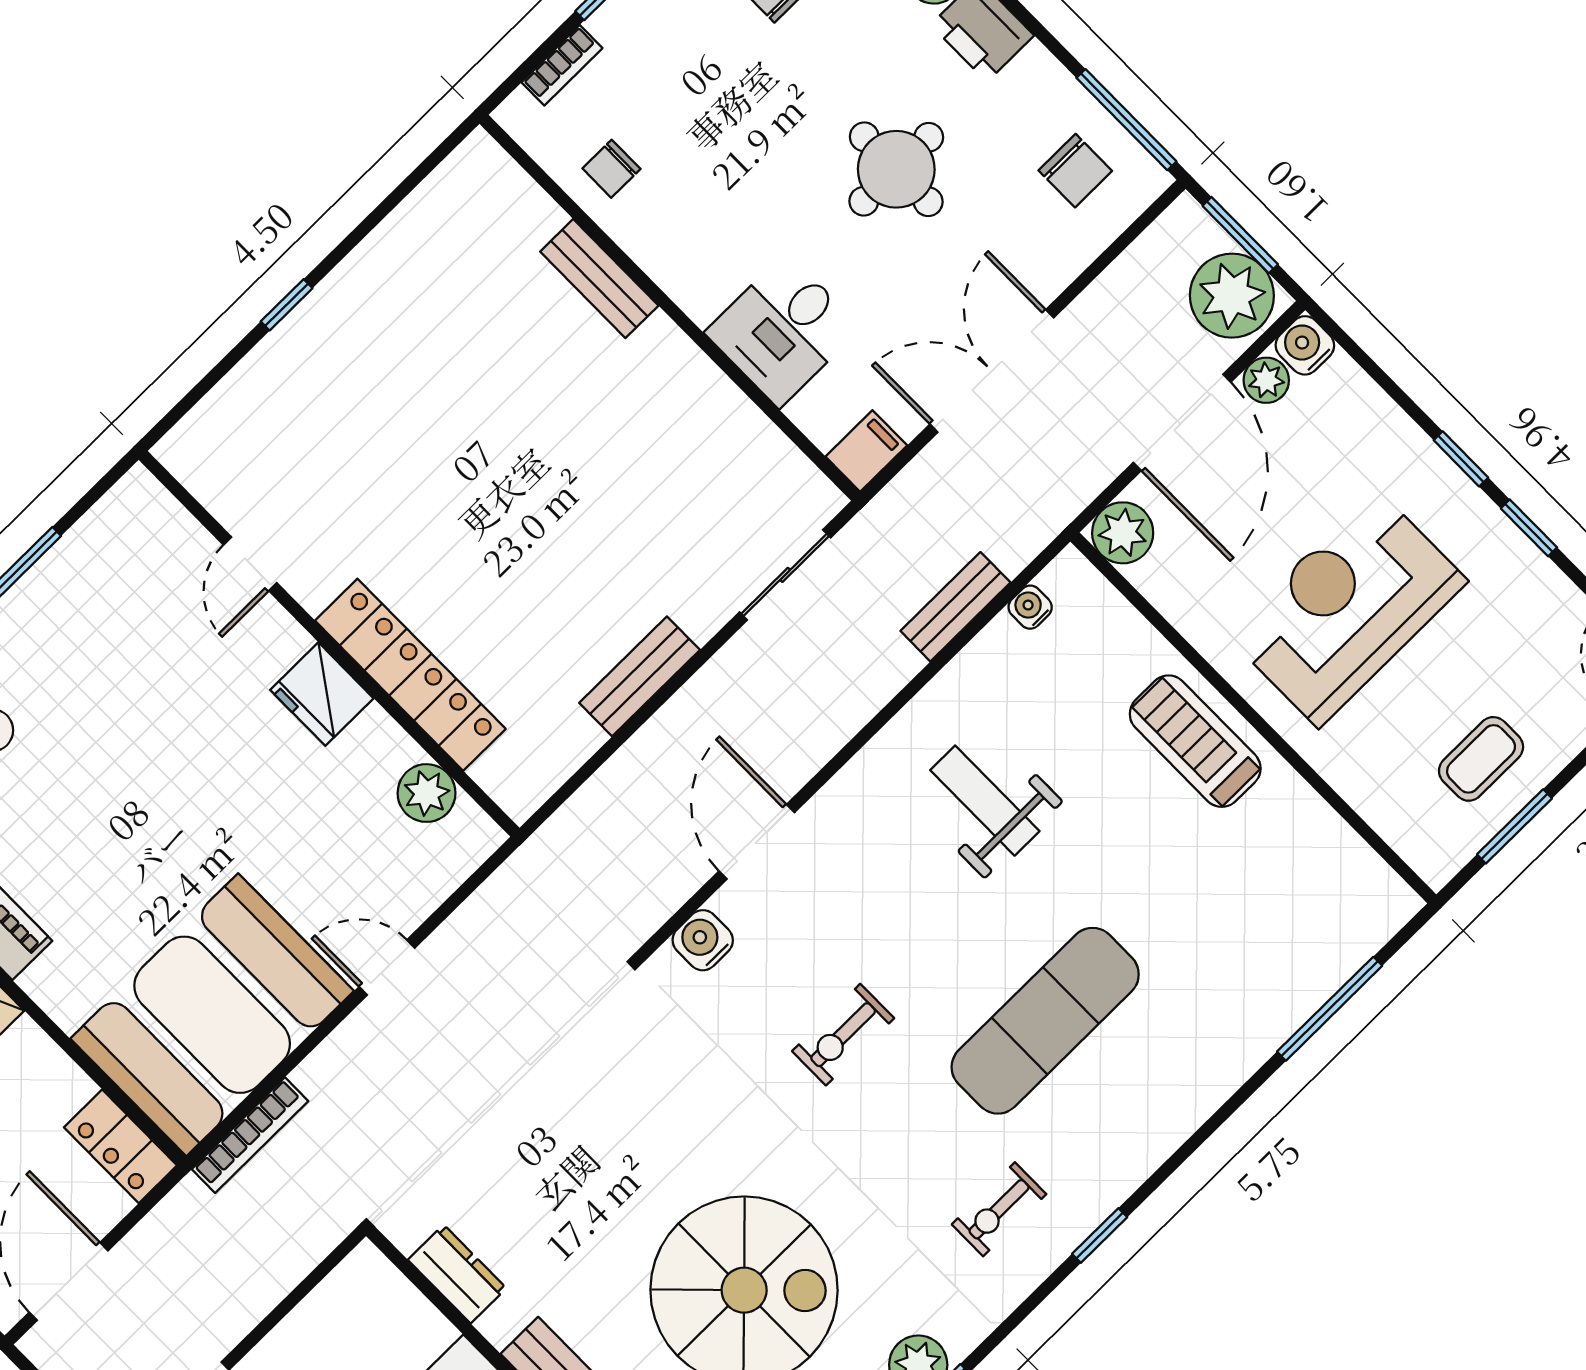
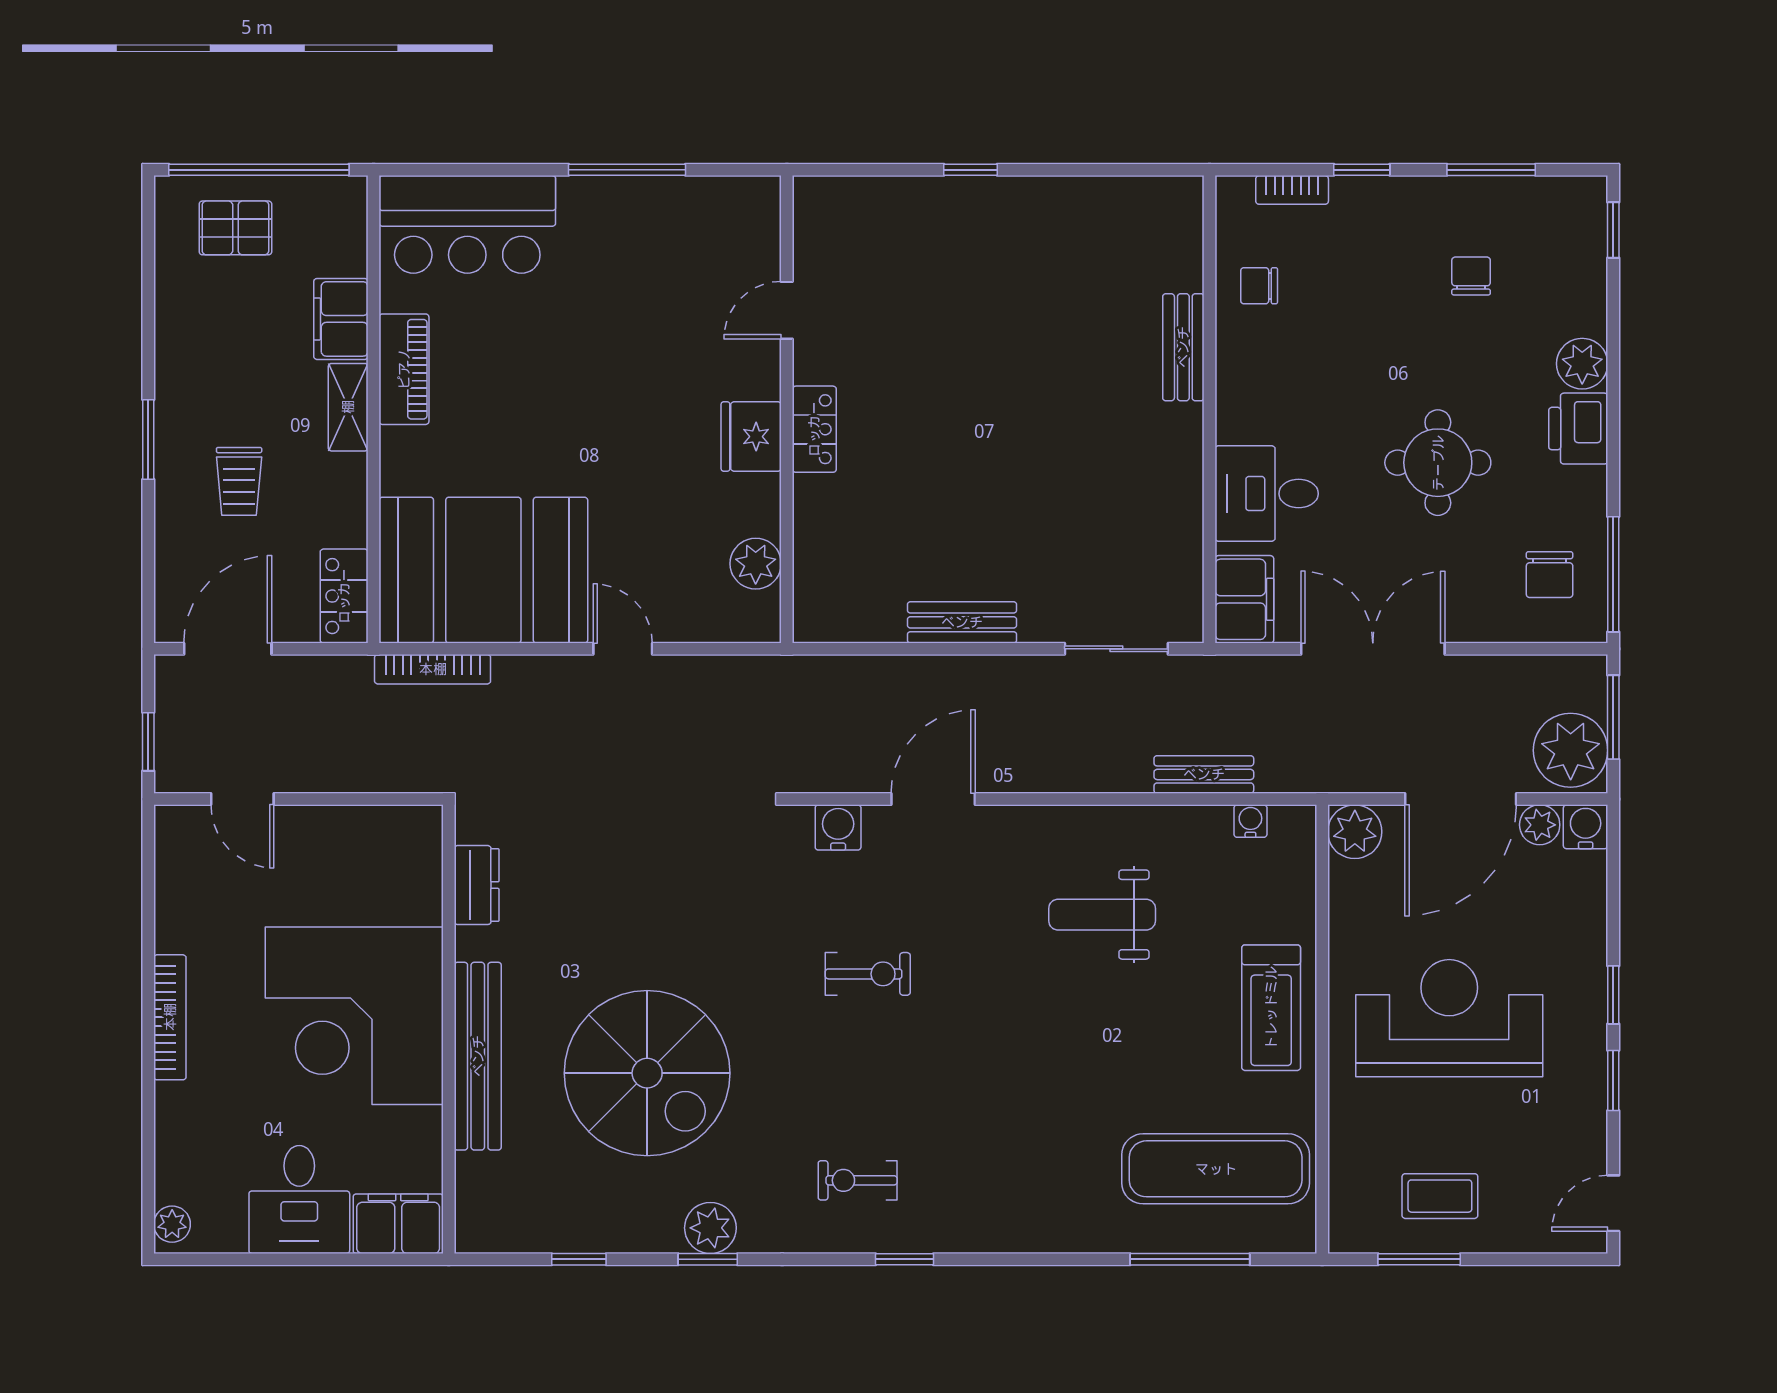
filing cabinet: (866, 451) -> (1244, 599), width x2.00
locker: (410, 675) -> (814, 429), width x0.46, depth x0.83
treadmill: (1195, 741) -> (1271, 1008), turned 180
weight bench: (985, 801) -> (1102, 915), turned -90
exercise mat: (1045, 1021) -> (1216, 1169), moved
exercise bike: (843, 1035) -> (868, 974), turned 180

